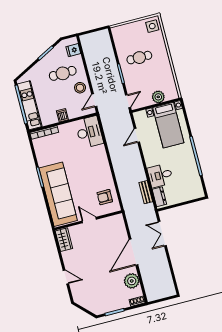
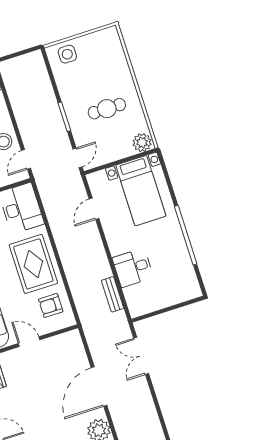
side table: (152, 26) -> (67, 54), moved
cafe table: (139, 58) -> (107, 109), moved
plant: (158, 97) -> (142, 143), moved
rug: (95, 169) -> (33, 264), added
dresser: (159, 197) -> (134, 300), removed

